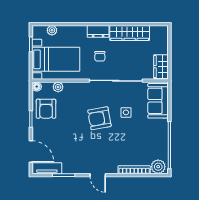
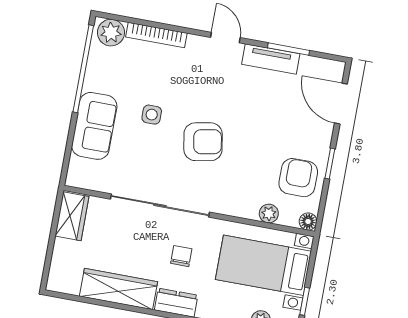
sofa: (158, 101) -> (94, 126), moved
side table: (126, 112) -> (152, 115), moved
tv unit: (47, 168) -> (271, 59), moved

